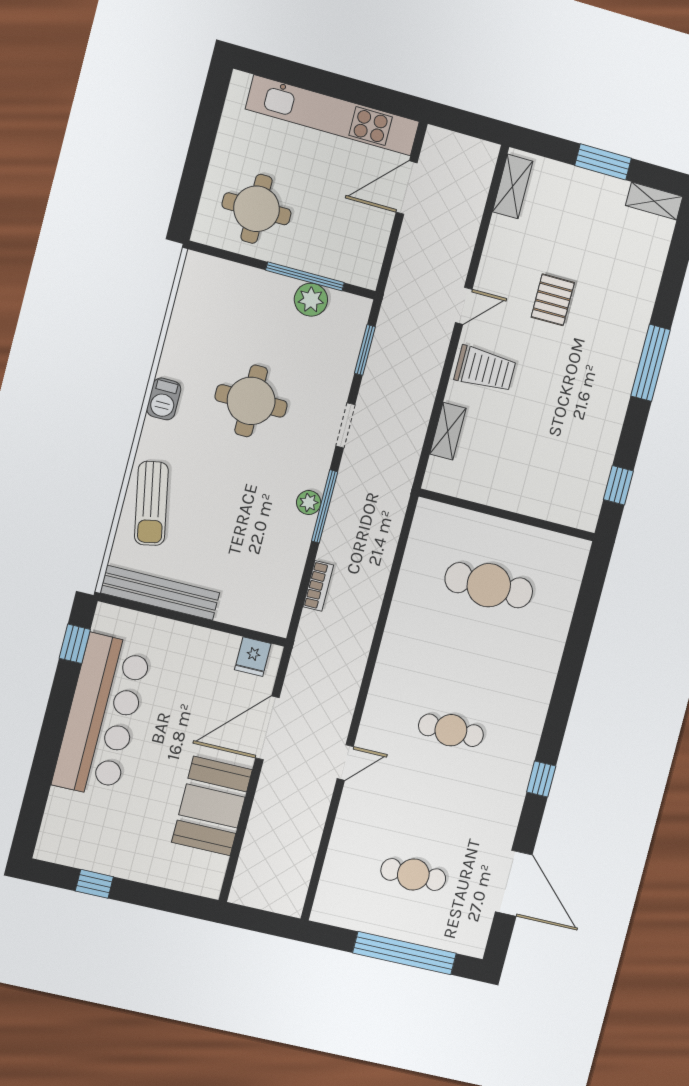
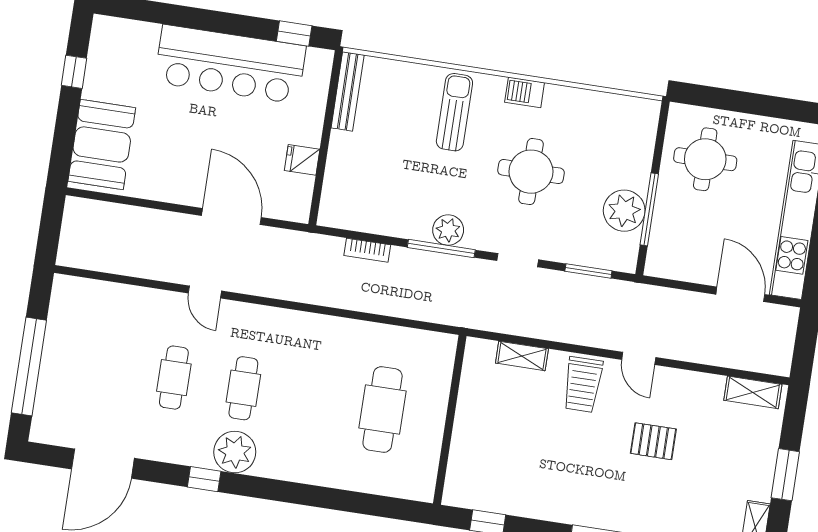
plant: (311, 300) -> (624, 211), width x1.36, depth x1.36
sun lounger: (151, 503) -> (454, 112), moved, turned 101
plant: (309, 503) -> (448, 230), width x1.38, depth x1.38
bench: (160, 593) -> (348, 91), width x0.73, depth x0.82
fridge: (253, 657) -> (302, 160), moved
plant: (517, 745) -> (235, 452), added
booth: (212, 806) -> (102, 144), moved, turned 90
cafe table: (413, 875) -> (174, 378), moved

